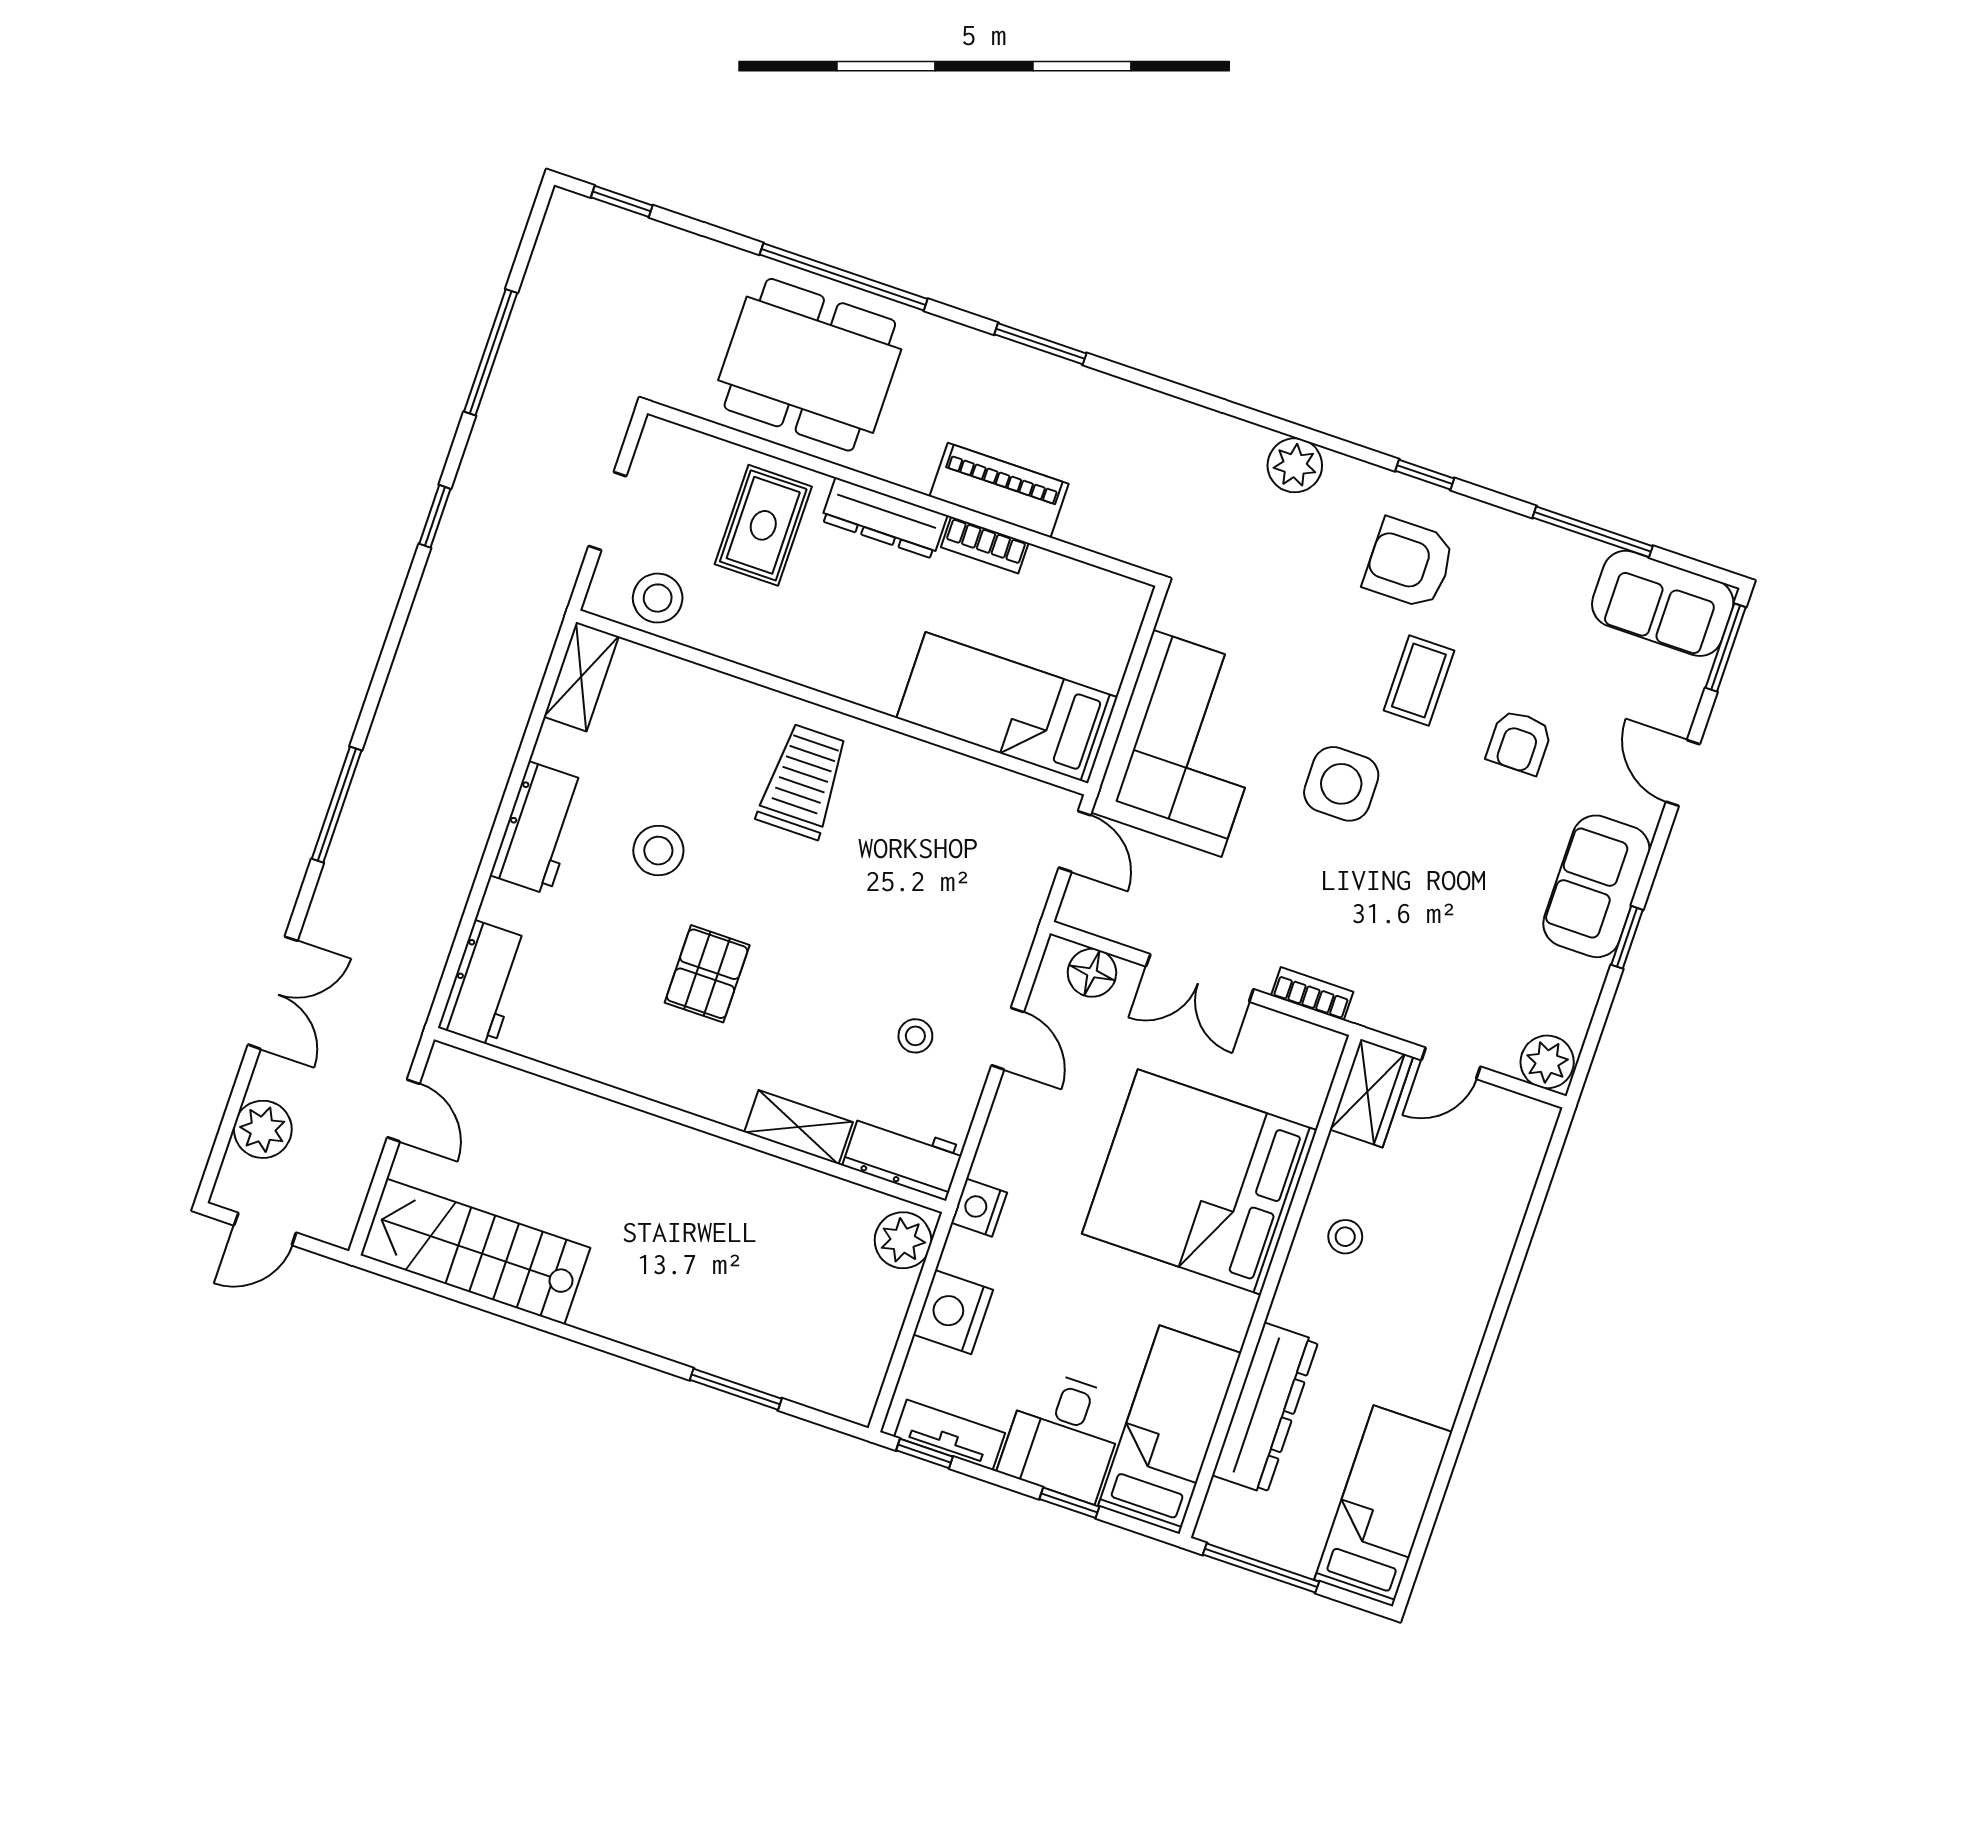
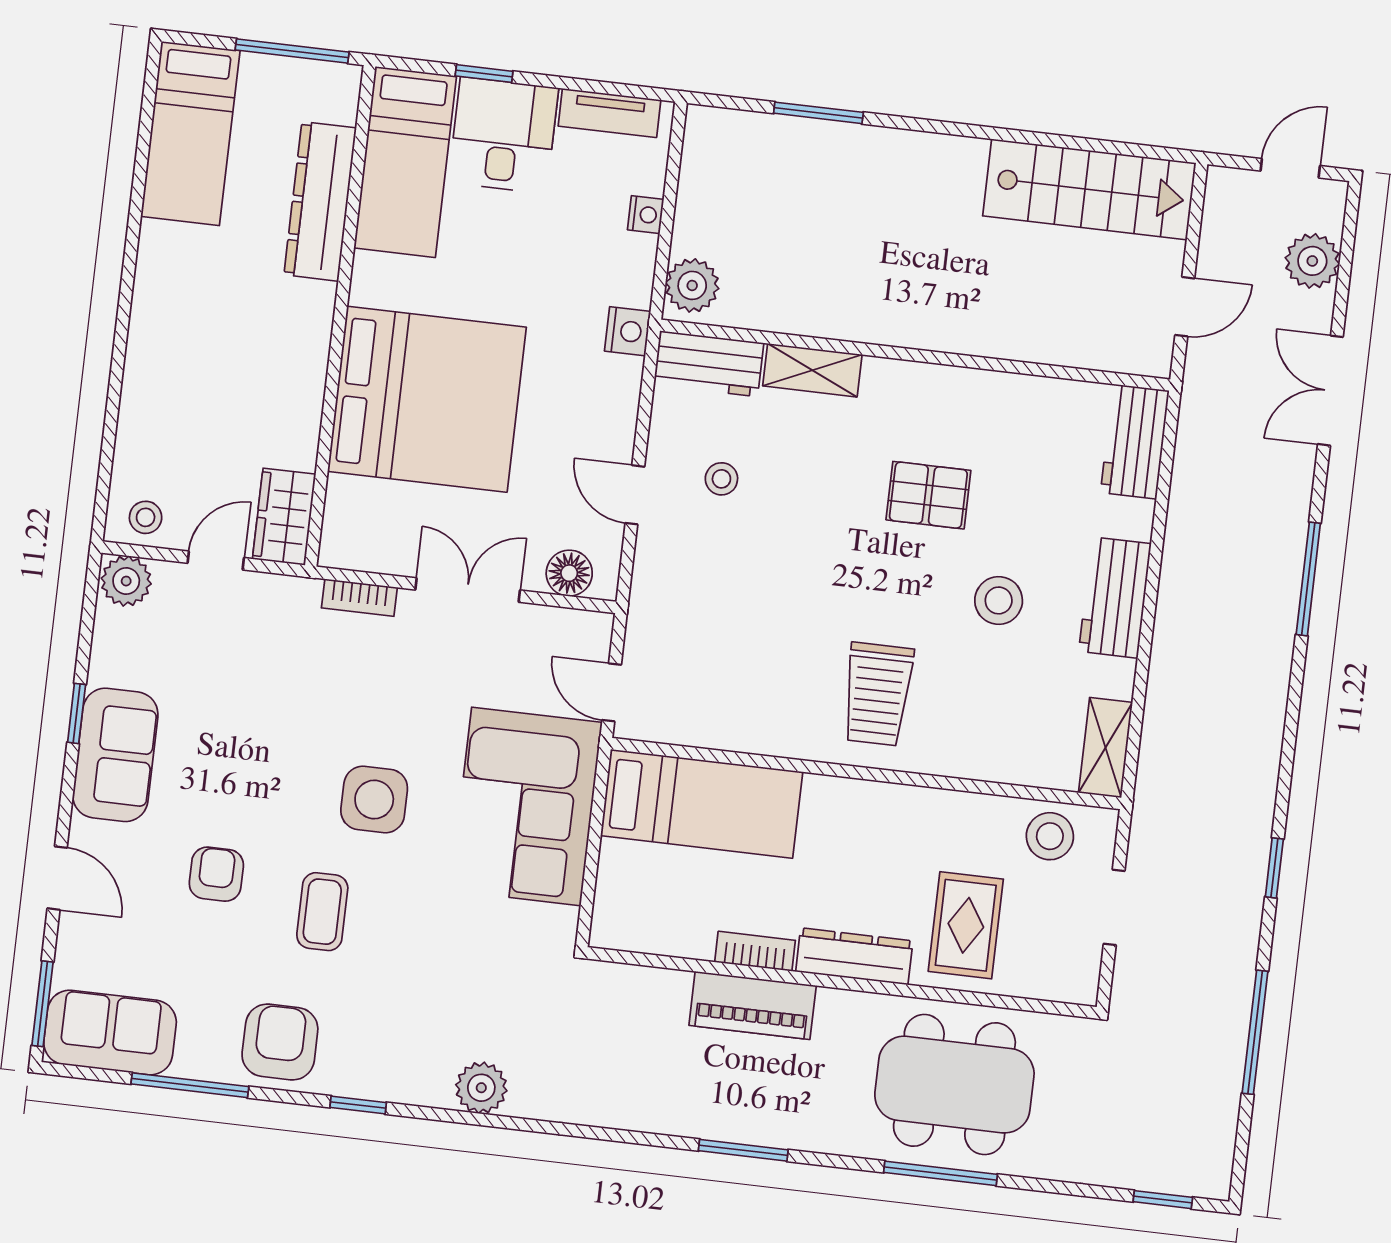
window: (844, 277) -> (940, 1173), width x0.68
armchair: (1409, 563) -> (280, 1042), moved, turned -90
pallet: (707, 974) -> (928, 495), turned 90
door: (403, 1110) -> (1185, 307), swing flipped
stool: (1345, 1237) -> (146, 517), moved
nightstand: (953, 1312) -> (646, 215), width x0.53, depth x0.56
window: (925, 1454) -> (629, 91), removed

